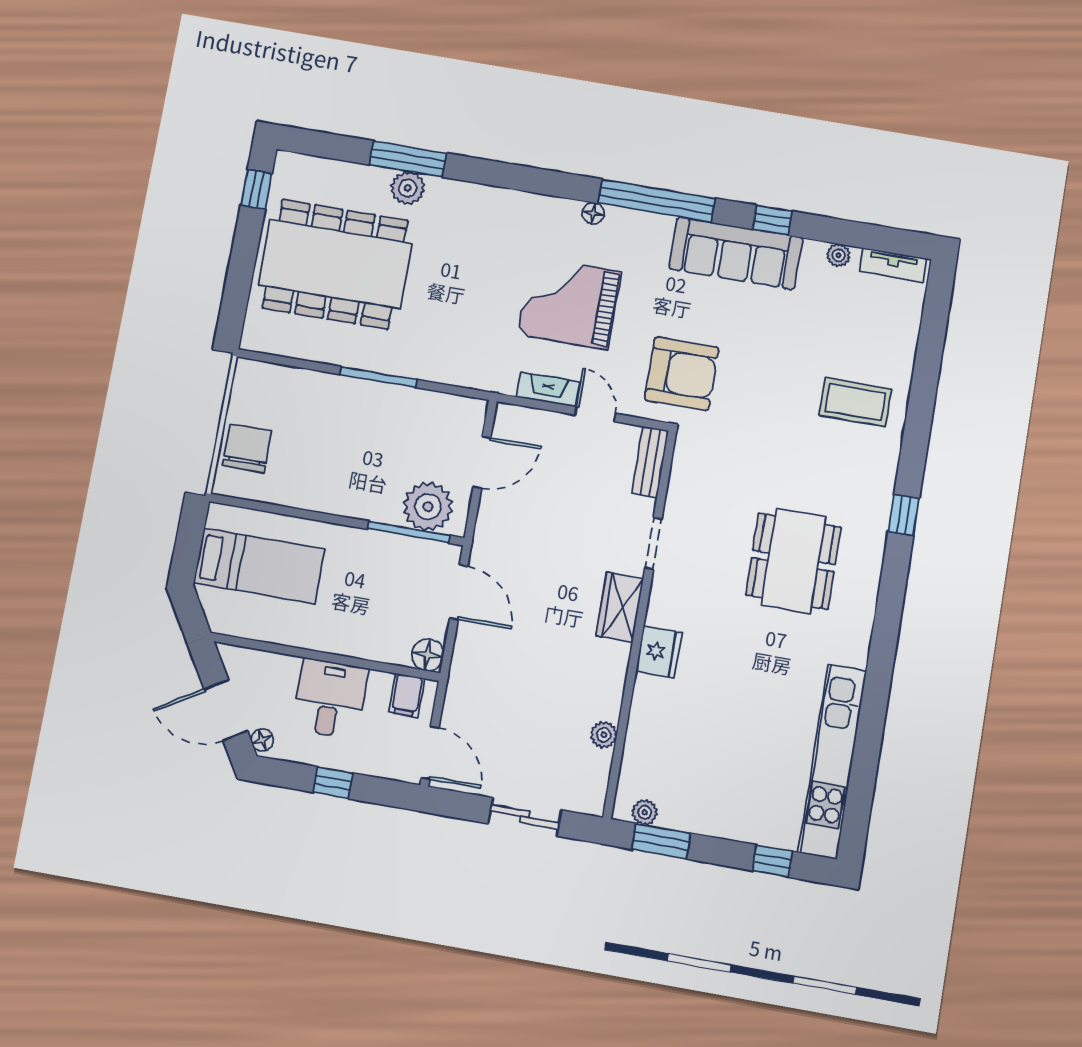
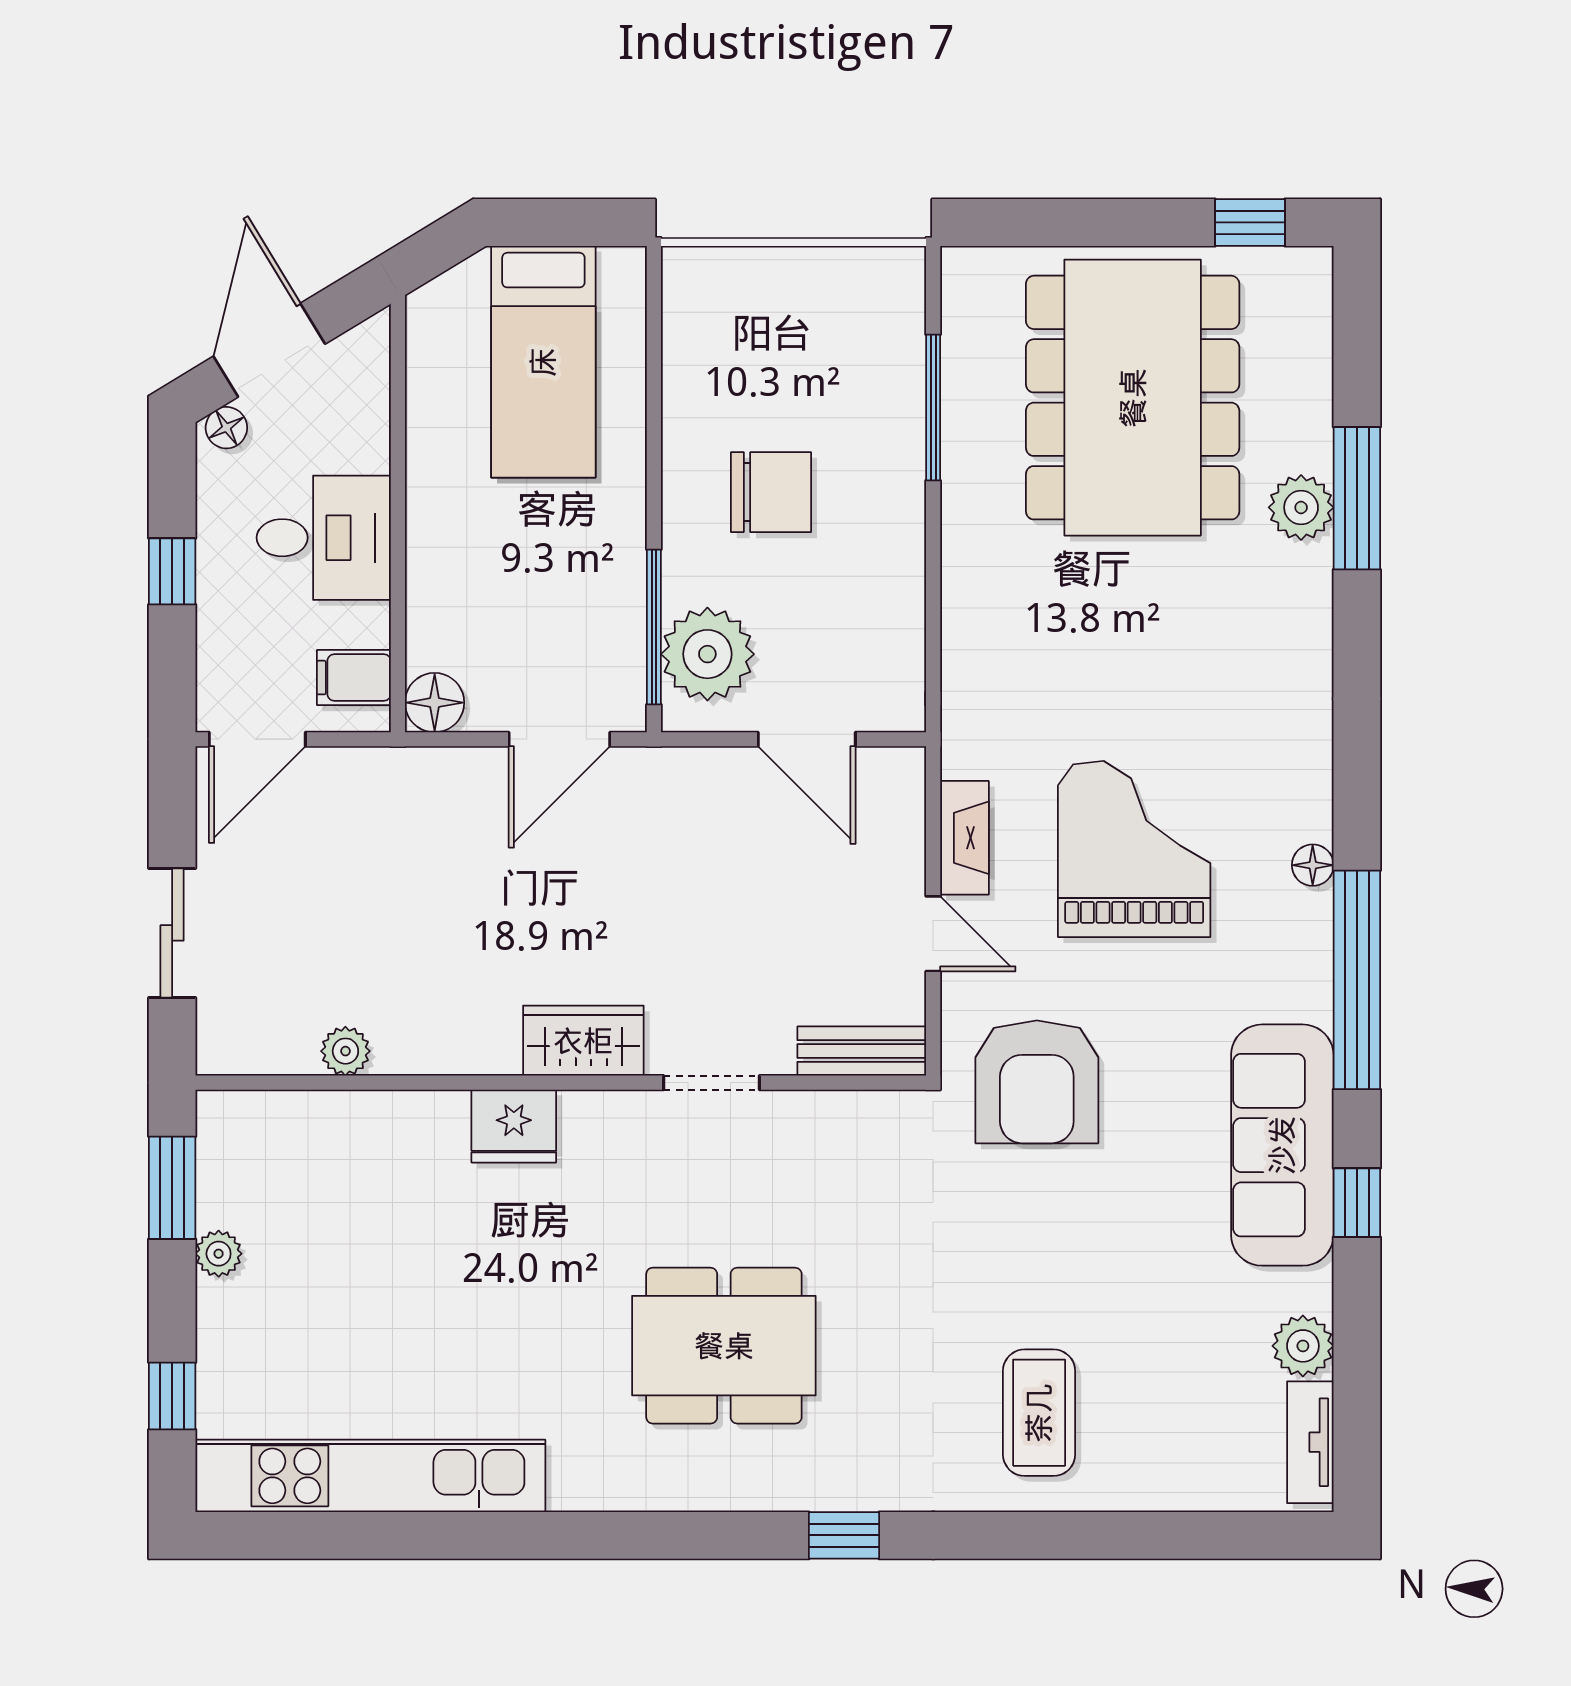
plant: (839, 255) -> (1303, 1346), width x1.38, depth x1.38
window: (378, 377) -> (933, 408), moved
door: (595, 414) -> (933, 934), hinge flipped
chair: (247, 448) -> (771, 492), moved
plant: (645, 812) -> (219, 1254), moved

